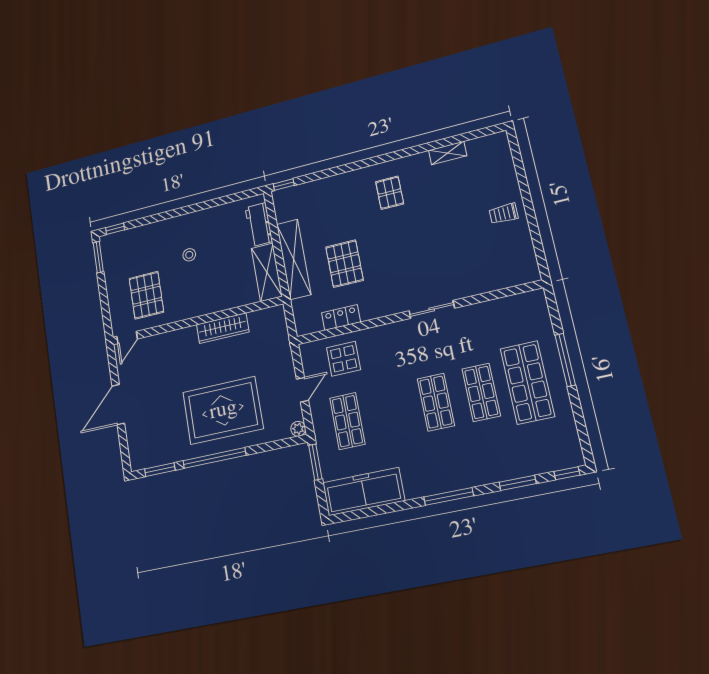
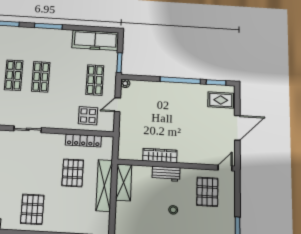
pallet: (390, 193) -> (32, 209), width x1.50, depth x1.42
workbench: (259, 225) -> (166, 174), moved, turned 90
locker: (341, 317) -> (83, 140), width x1.53
rug: (223, 410) -> (221, 100), moved, width x0.54, depth x0.49

